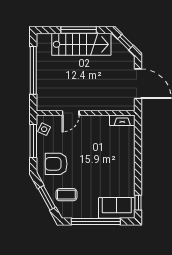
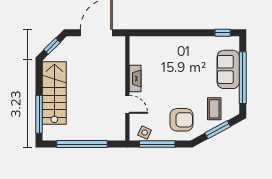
window: (79, 30) -> (39, 114), moved
fireplace: (122, 120) -> (135, 78), moved
armchair: (56, 164) -> (181, 120), turned -90
sofa: (117, 208) -> (228, 69), moved

